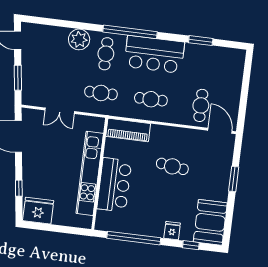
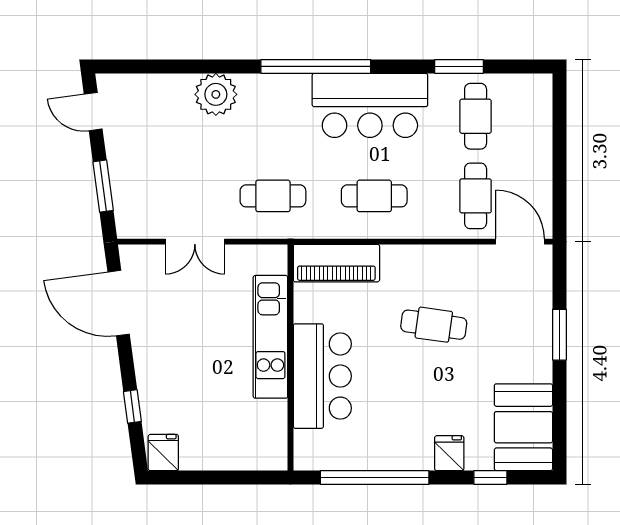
cafe table: (106, 54) -> (476, 116), moved
kitchen unit: (90, 173) -> (270, 337), width x0.73
fridge: (38, 211) -> (163, 453), width x0.53, depth x0.75

